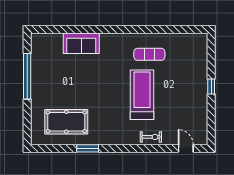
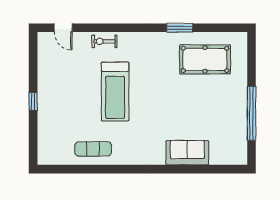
exercise mat: (149, 54) -> (93, 149), moved

